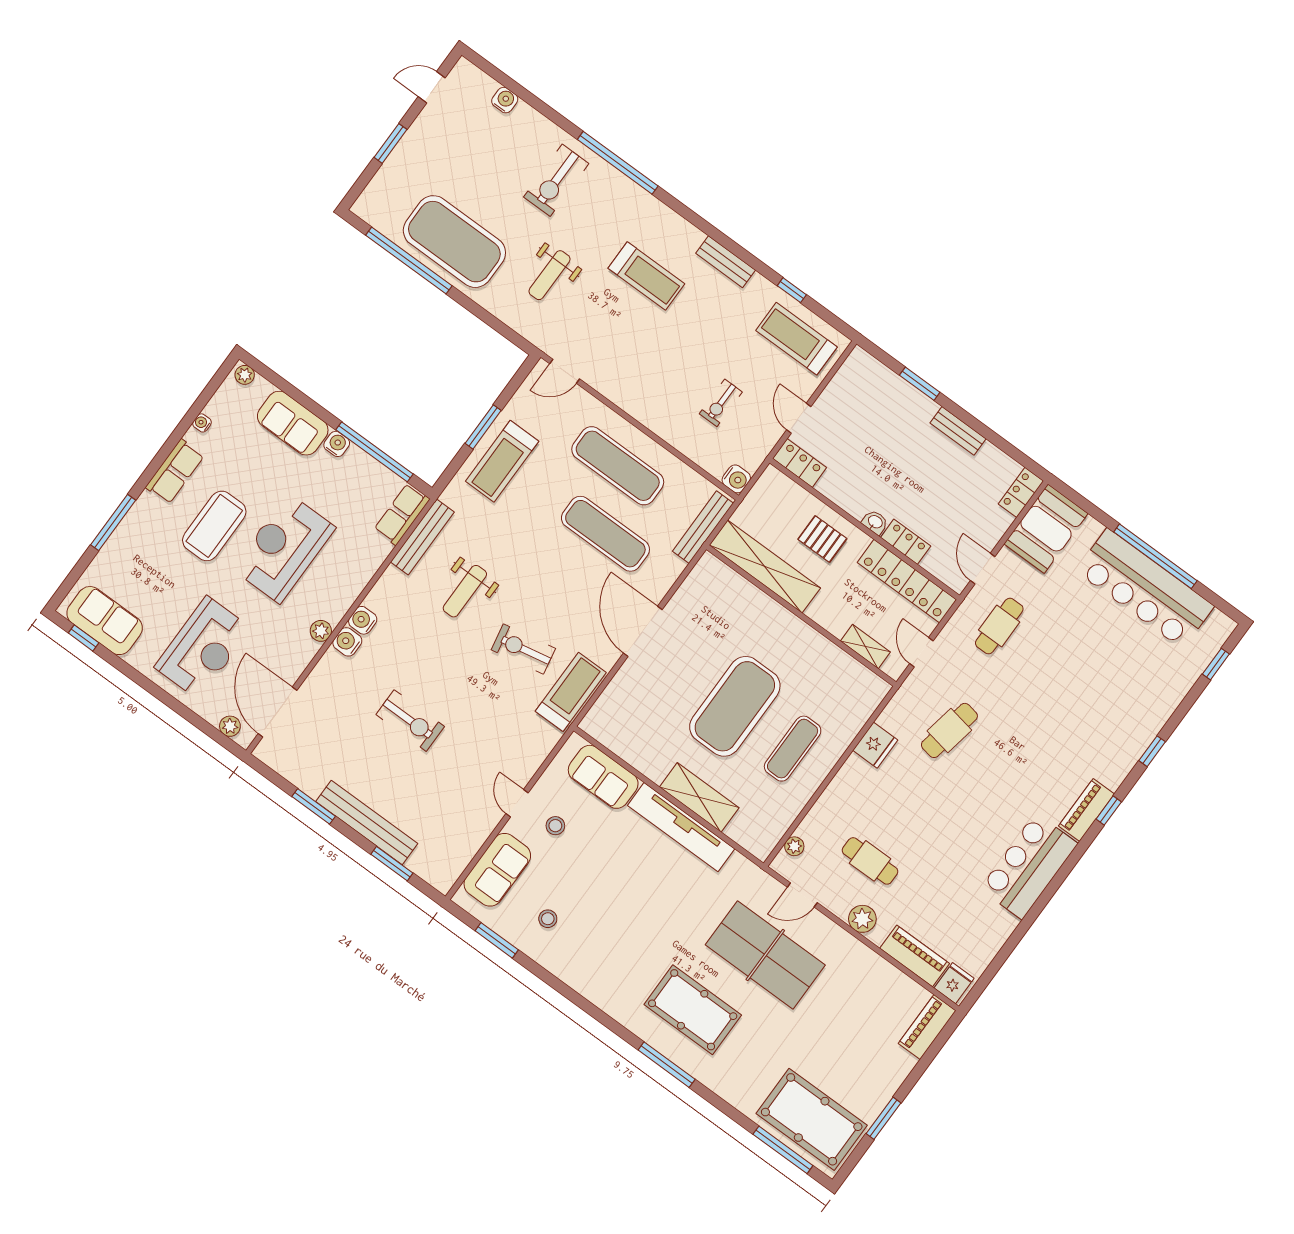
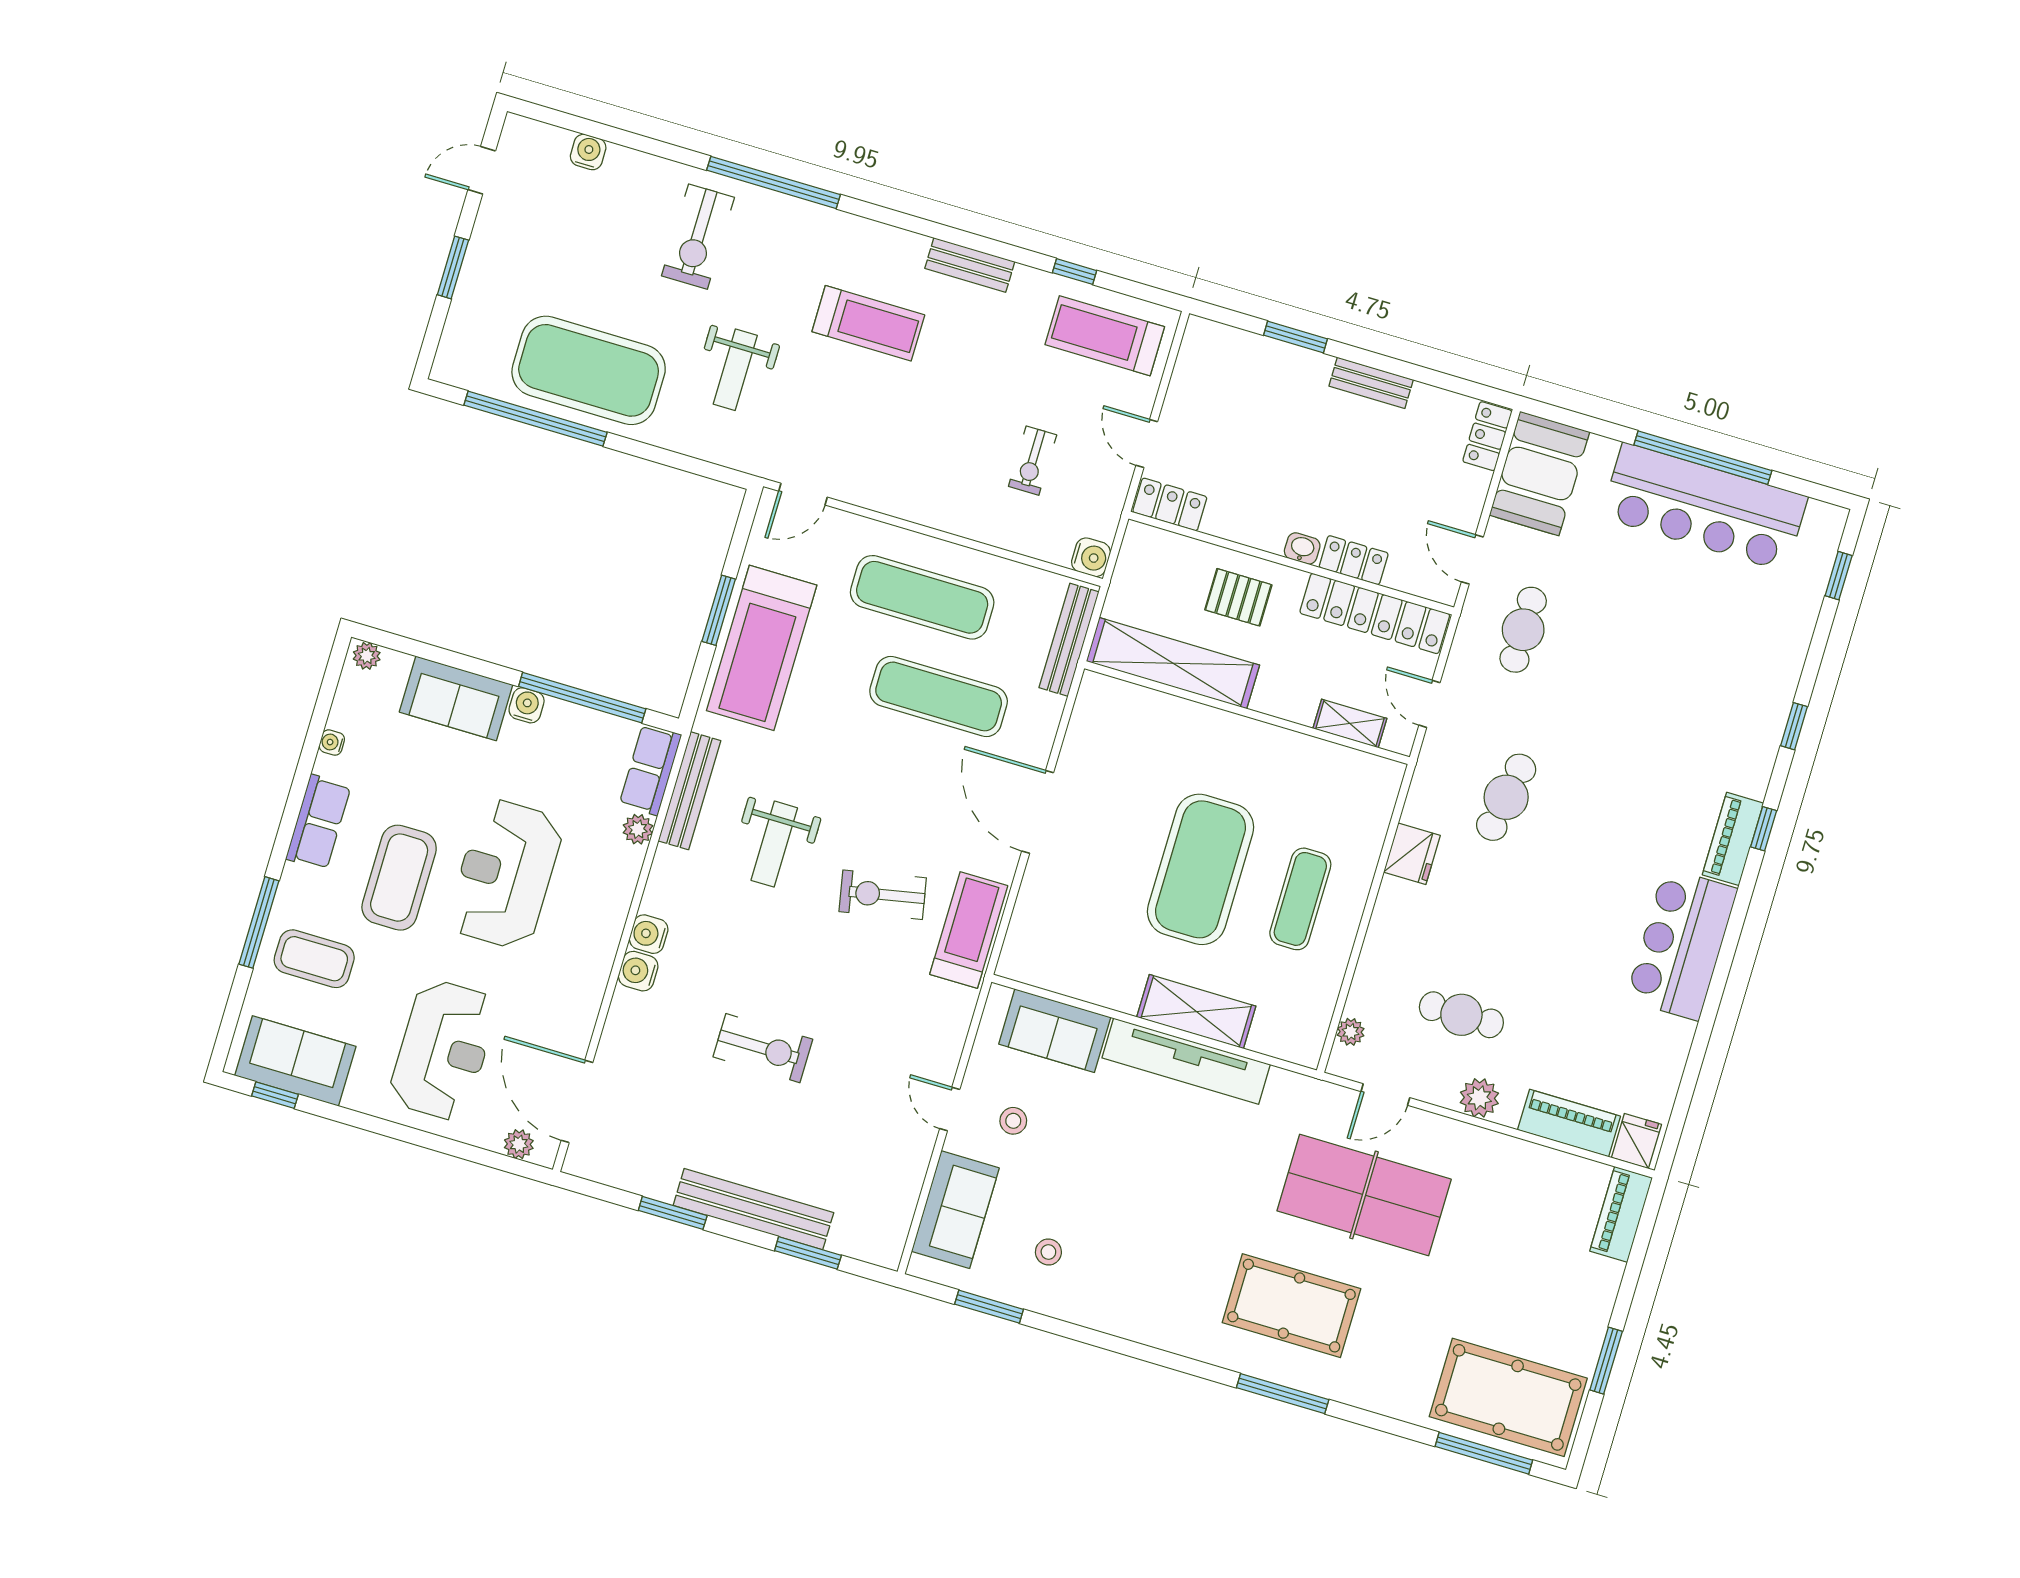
treadmill: (502, 461) -> (762, 648), width x1.37, depth x1.38
coffee table: (141, 559) -> (314, 959), added
plant: (321, 631) -> (638, 829), moved

